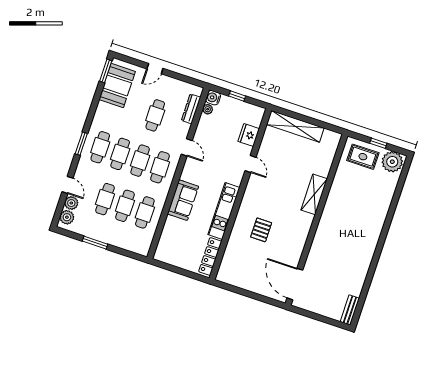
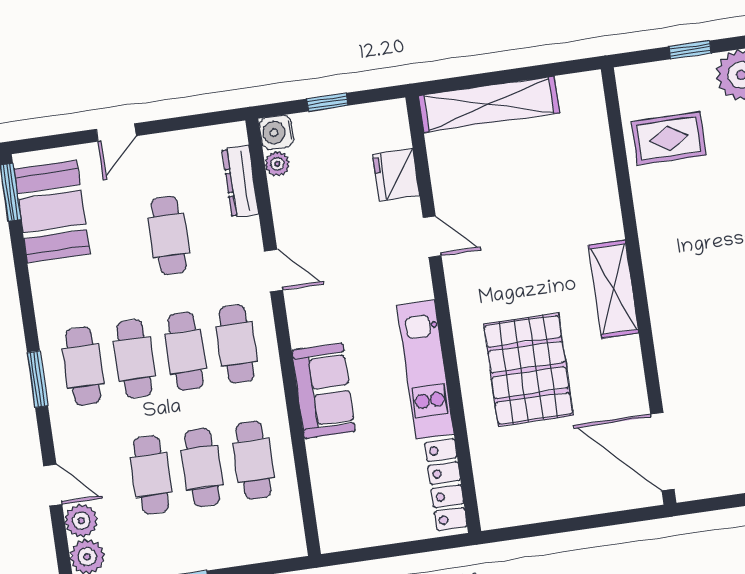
rug: (363, 157) -> (669, 138), moved
shelving: (314, 194) -> (613, 289), moved
pallet: (261, 230) -> (528, 370), width x2.05, depth x2.00

